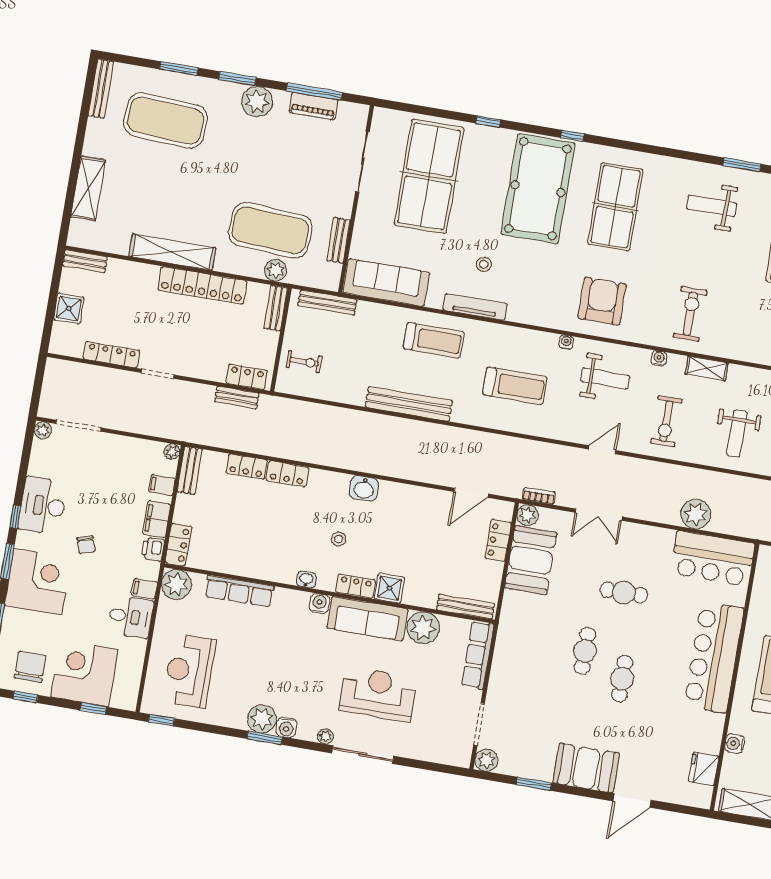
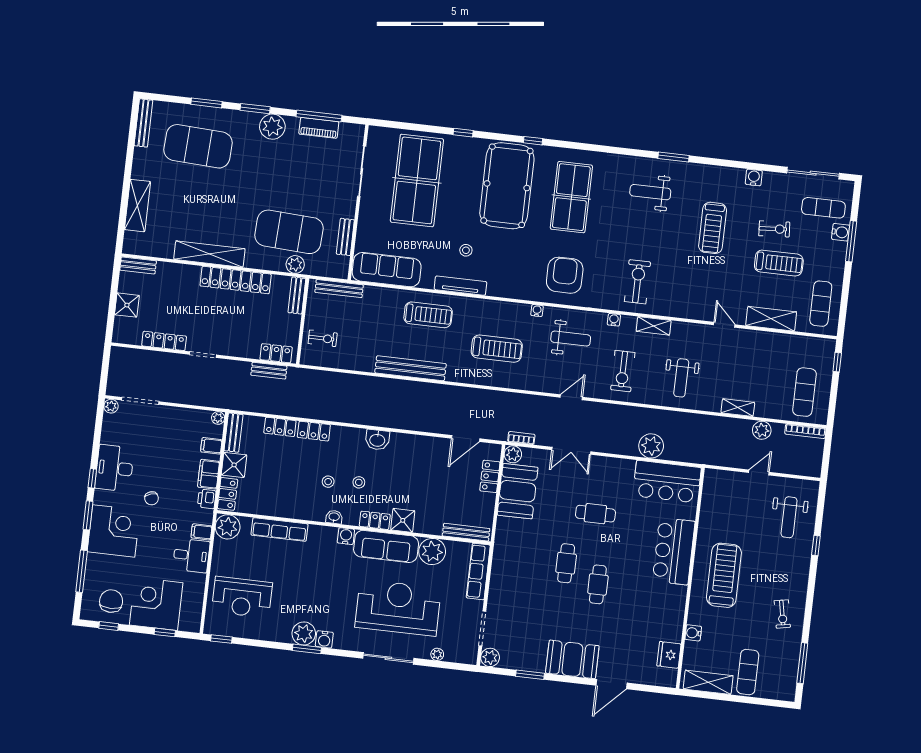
shower: (188, 510) -> (234, 465), added
stool: (301, 536) -> (328, 482), added
bar counter: (714, 657) -> (674, 551), width x0.73
reception desk: (189, 671) -> (242, 597), turned -90
reception desk: (378, 694) -> (398, 608), width x1.36, depth x1.30
plant: (326, 736) -> (437, 654), moved

